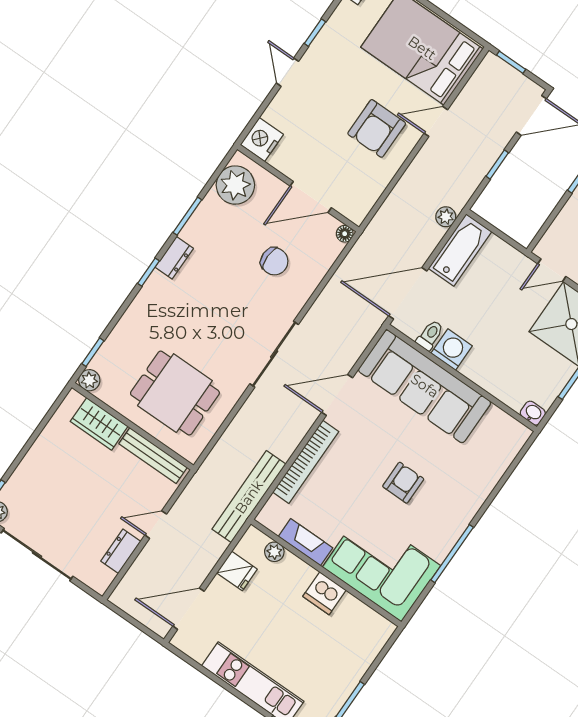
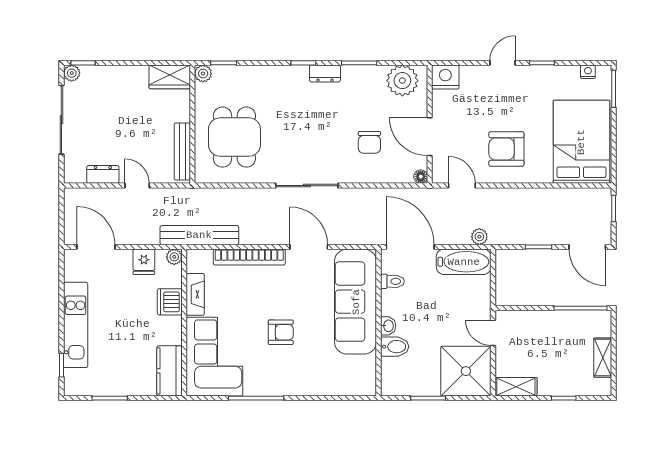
door: (436, 121) -> (462, 186), moved
washing machine: (452, 350) -> (393, 303), removed
bidet: (497, 378) -> (395, 347), added
washbasin: (533, 413) -> (388, 326), moved
wardrobe: (99, 424) -> (170, 77), moved, turned -90
plant: (274, 552) -> (174, 257), moved
dishwasher: (324, 593) -> (170, 302), moved
kitchen counter: (364, 621) -> (170, 371), added

